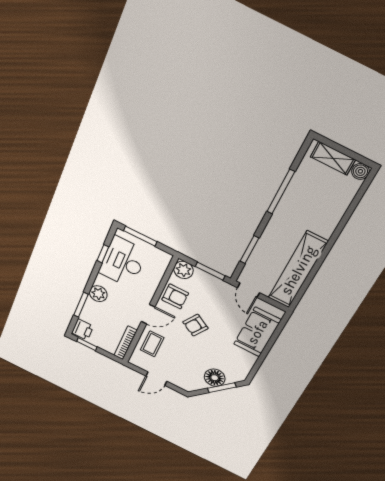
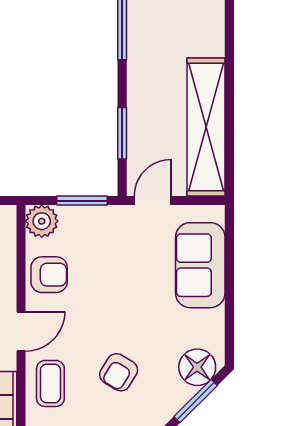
door: (248, 290) -> (153, 201), swing flipped
armchair: (195, 325) -> (119, 372), moved
floor lamp: (215, 378) -> (197, 367), moved

